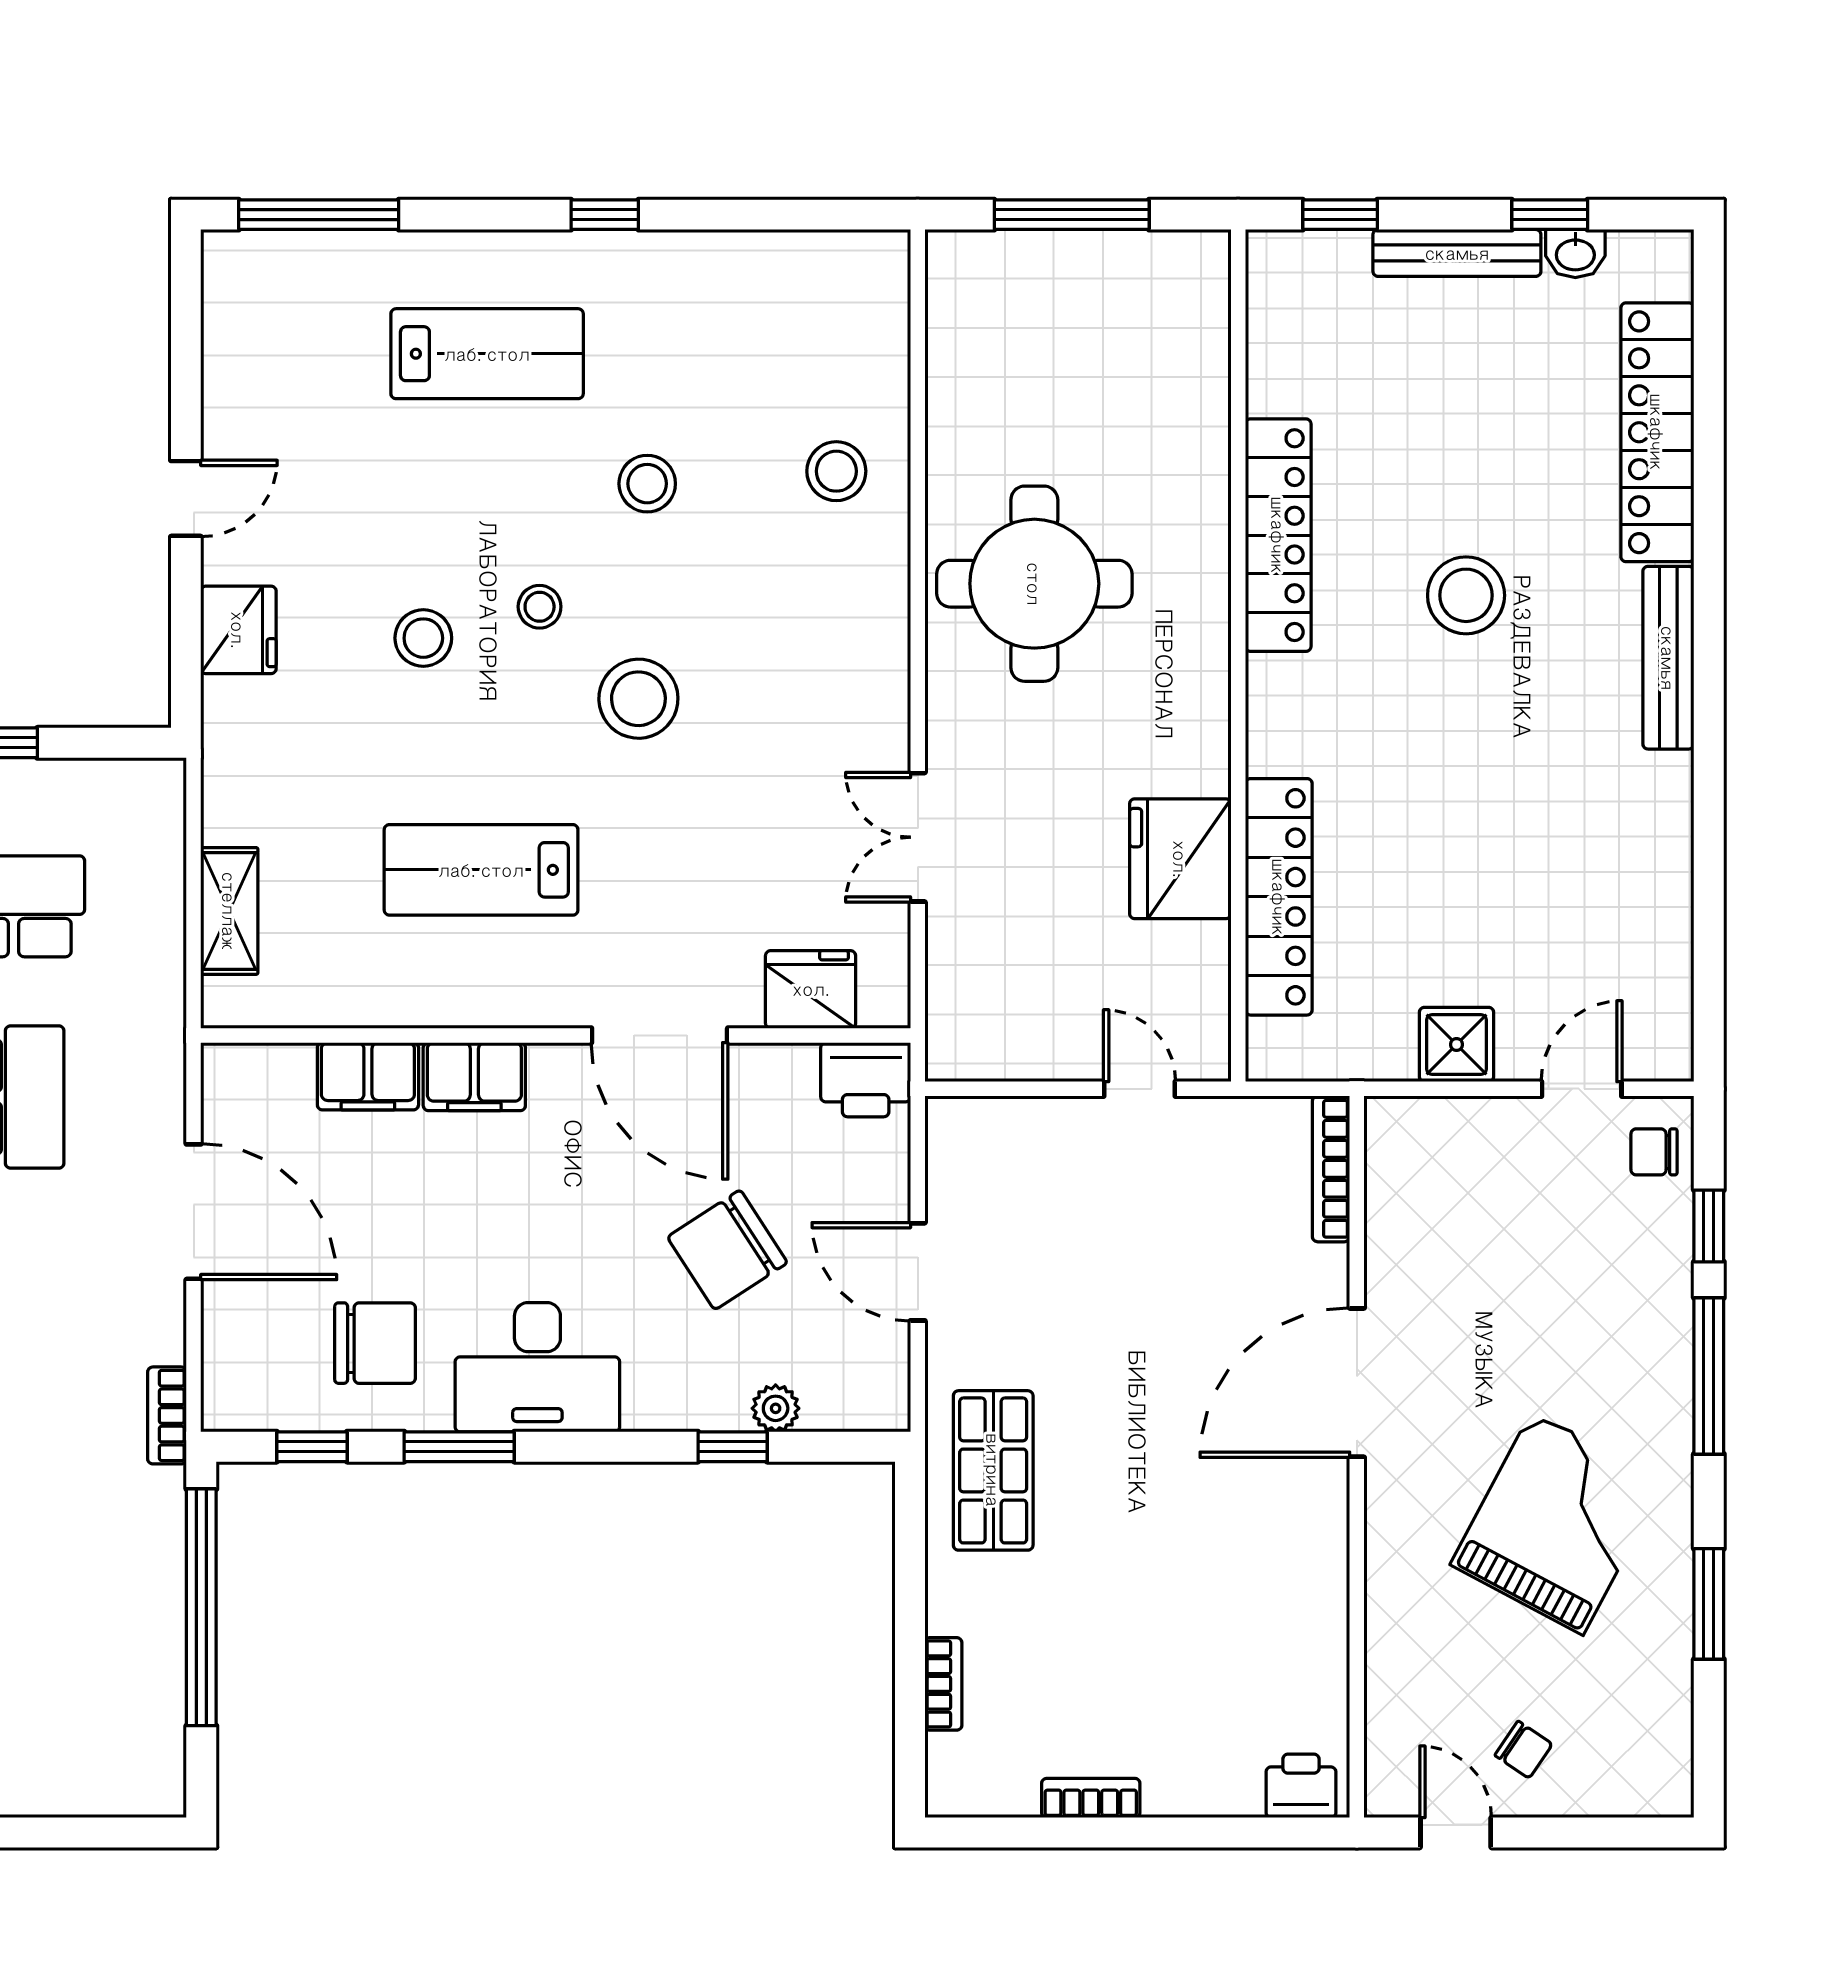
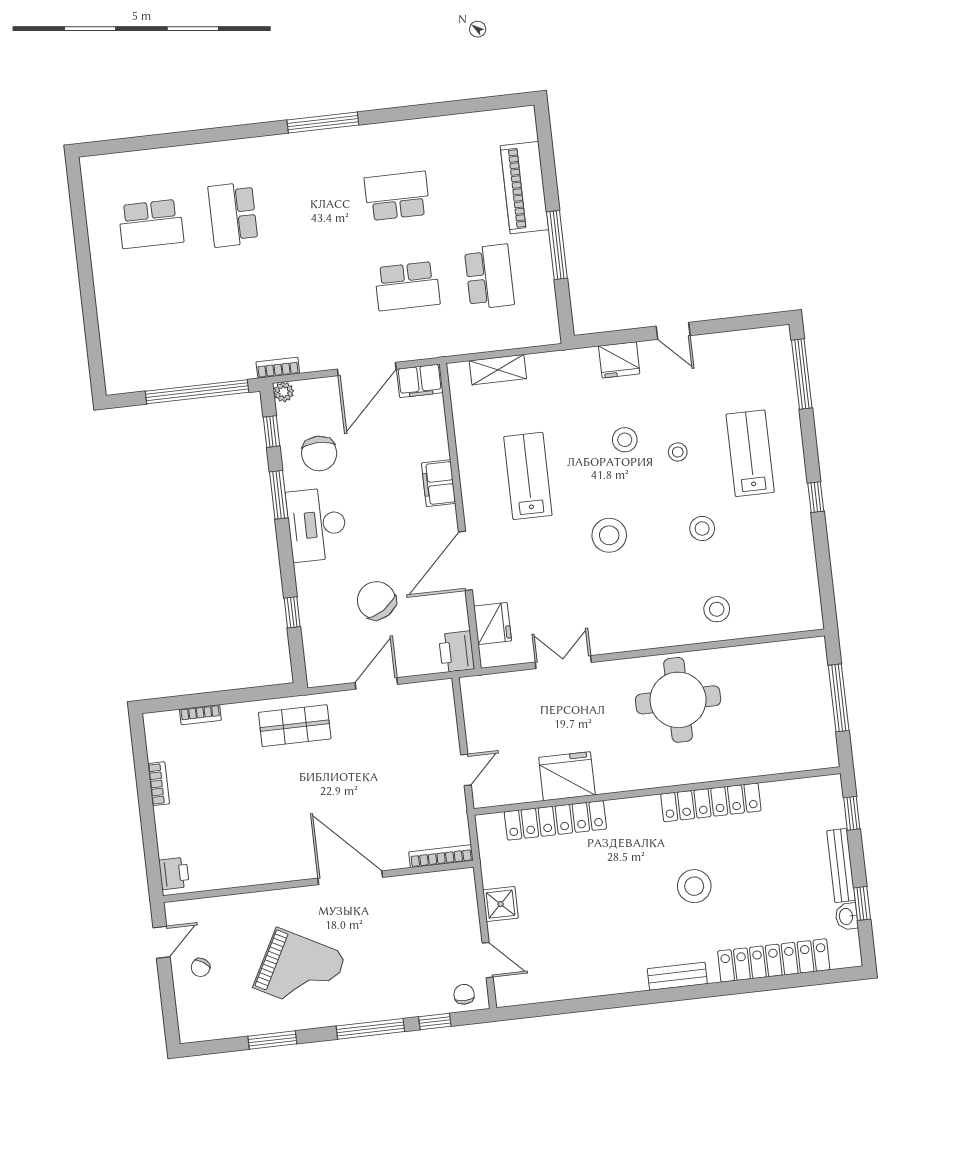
lab bench: (487, 354) -> (750, 453), turned 180
stool: (540, 607) -> (678, 452), moved
bench: (1668, 658) -> (677, 976), width x0.73
filing cabinet: (368, 1076) -> (420, 381), moved, turned -90
plant: (776, 1408) -> (284, 392), moved

